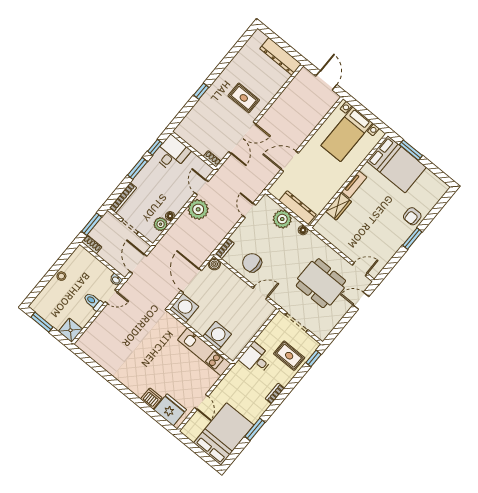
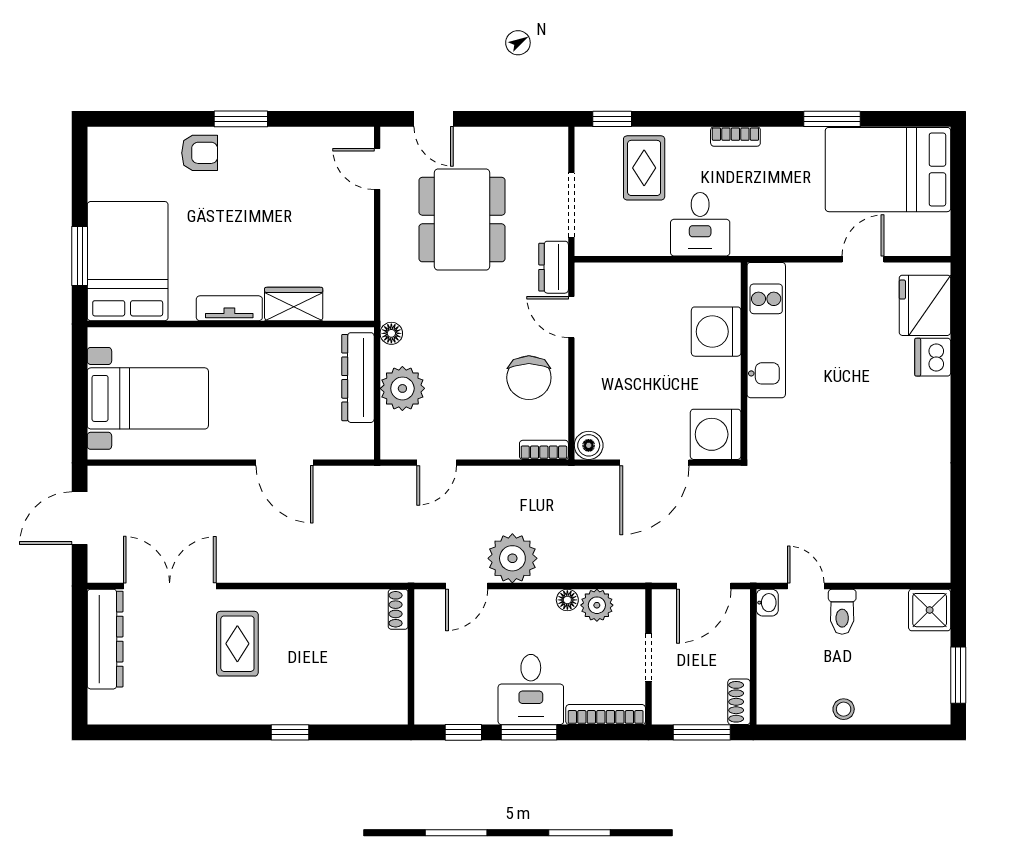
double door: (242, 138) -> (170, 586), moved
desk: (172, 153) -> (531, 690), moved, turned -90
dresser: (281, 300) -> (554, 267), added

